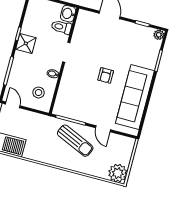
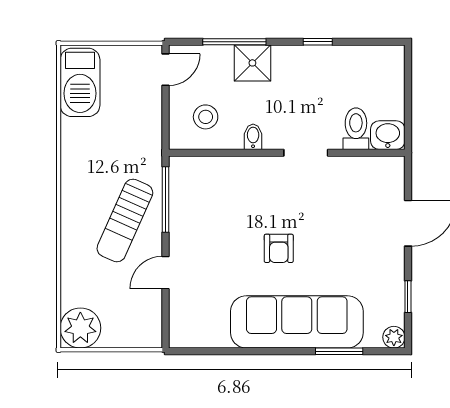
shower: (26, 43) -> (252, 63), moved
armchair: (106, 75) -> (279, 248), turned -90
sofa: (135, 97) -> (297, 322), moved

